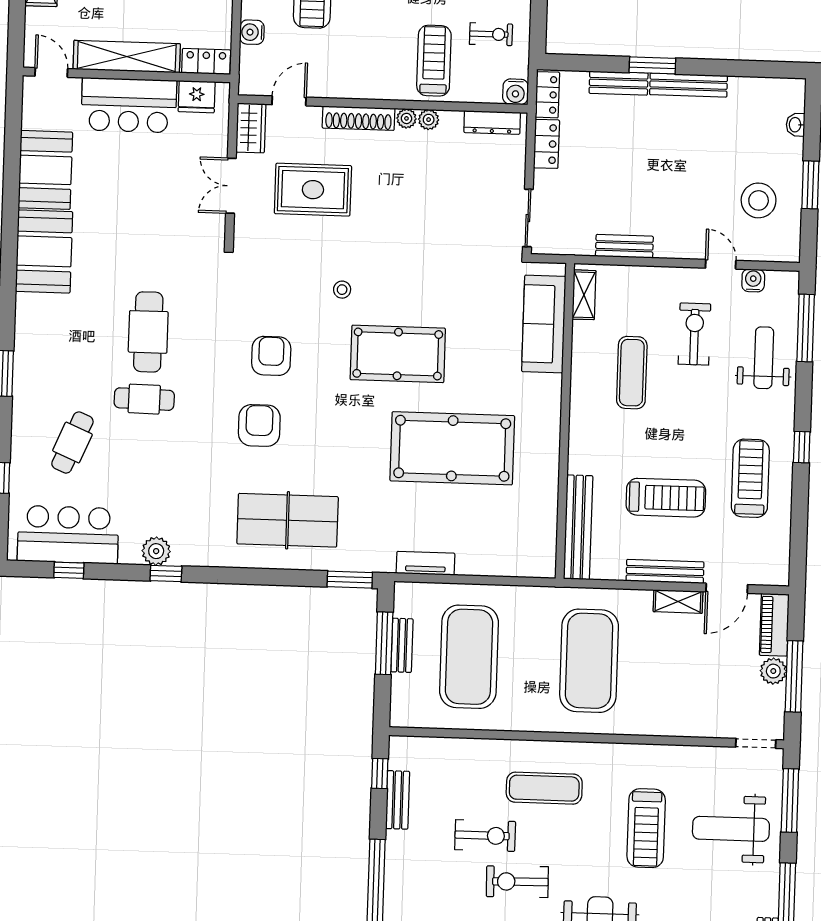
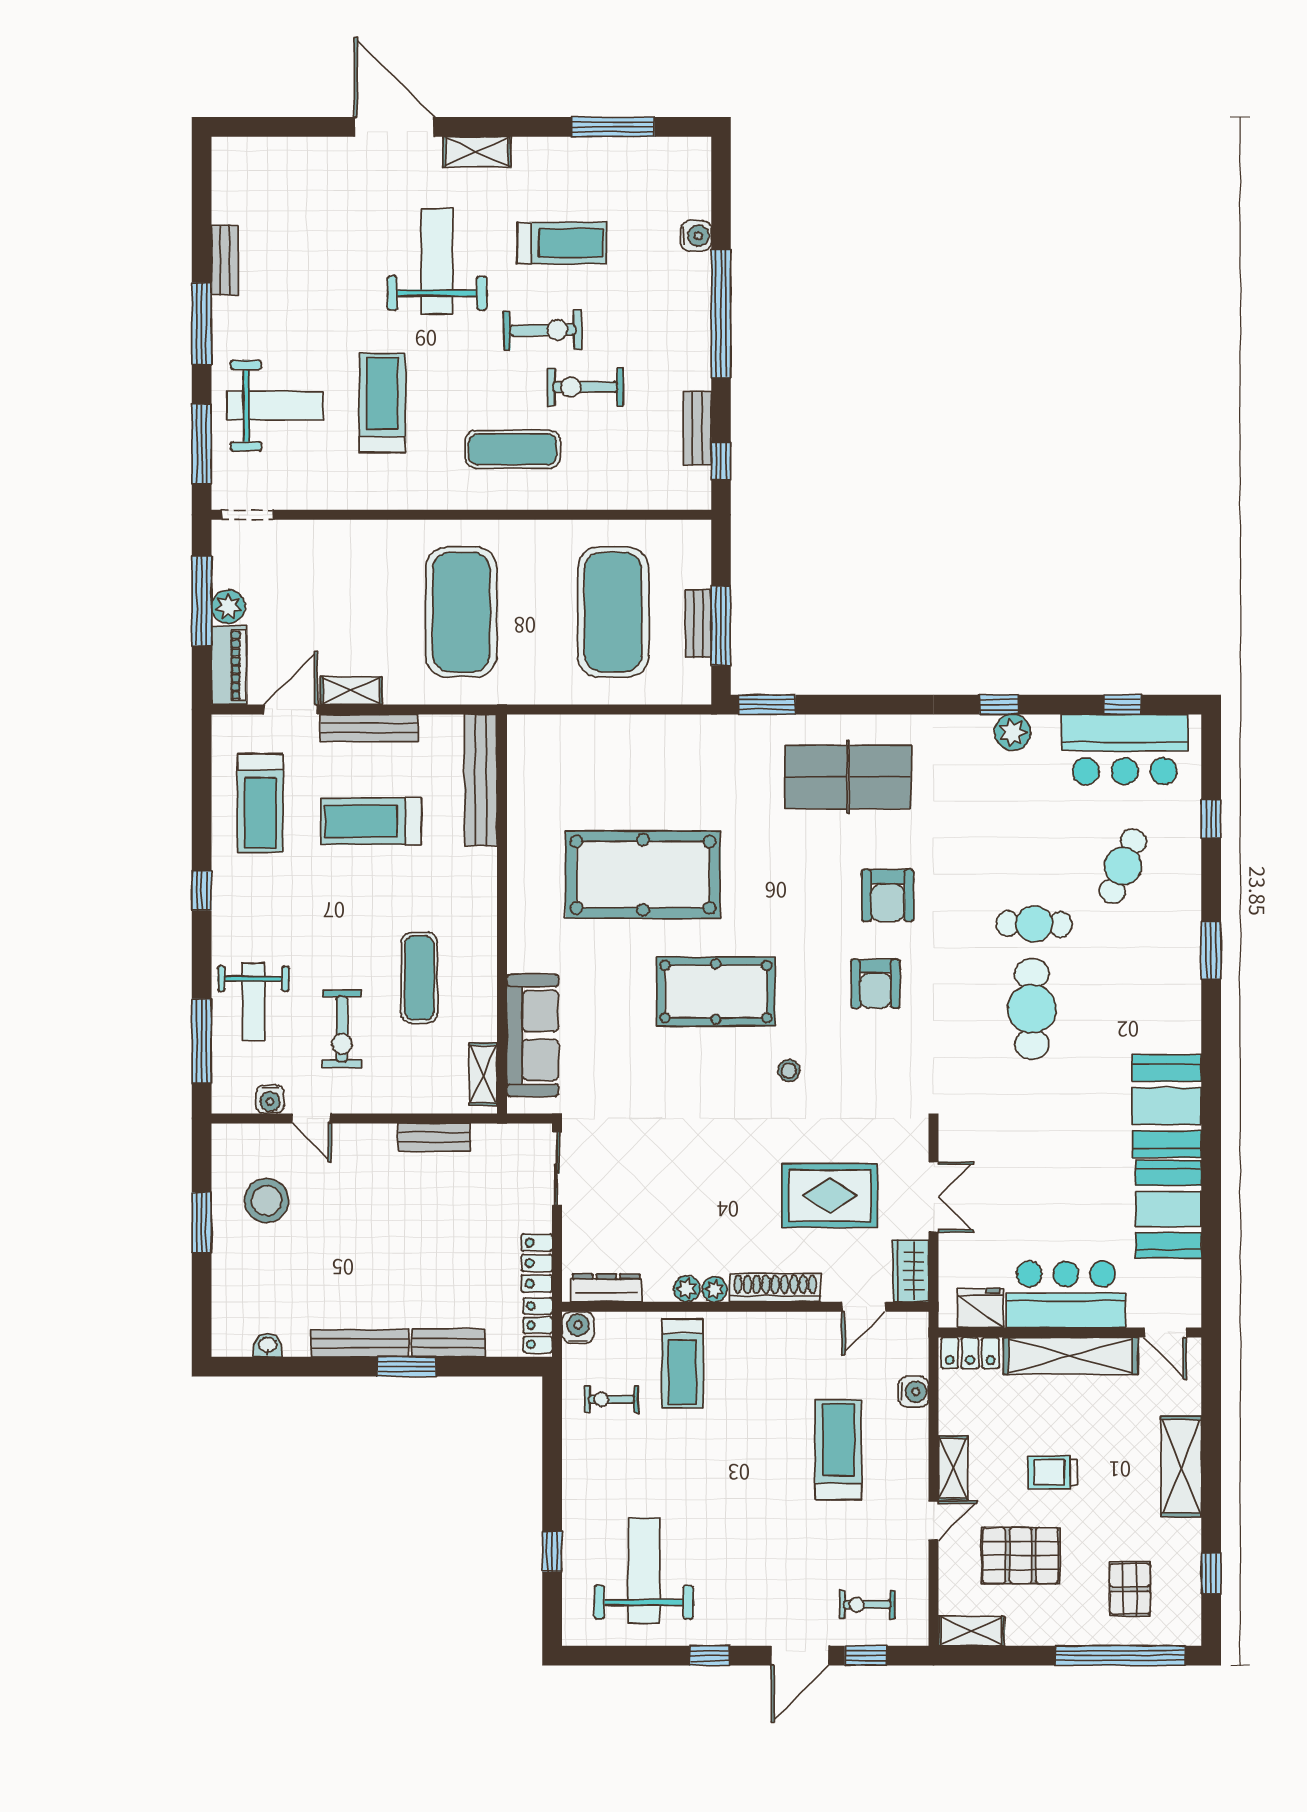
washbasin: (796, 125) -> (268, 1345), moved, turned -90
treadmill: (750, 478) -> (260, 803), moved
tv unit: (426, 563) -> (672, 728), removed

